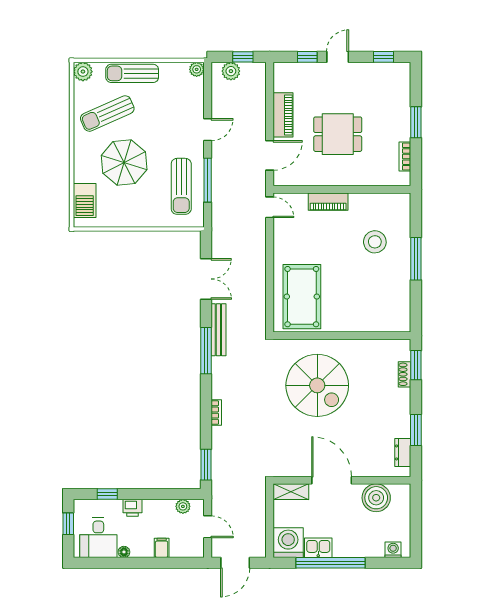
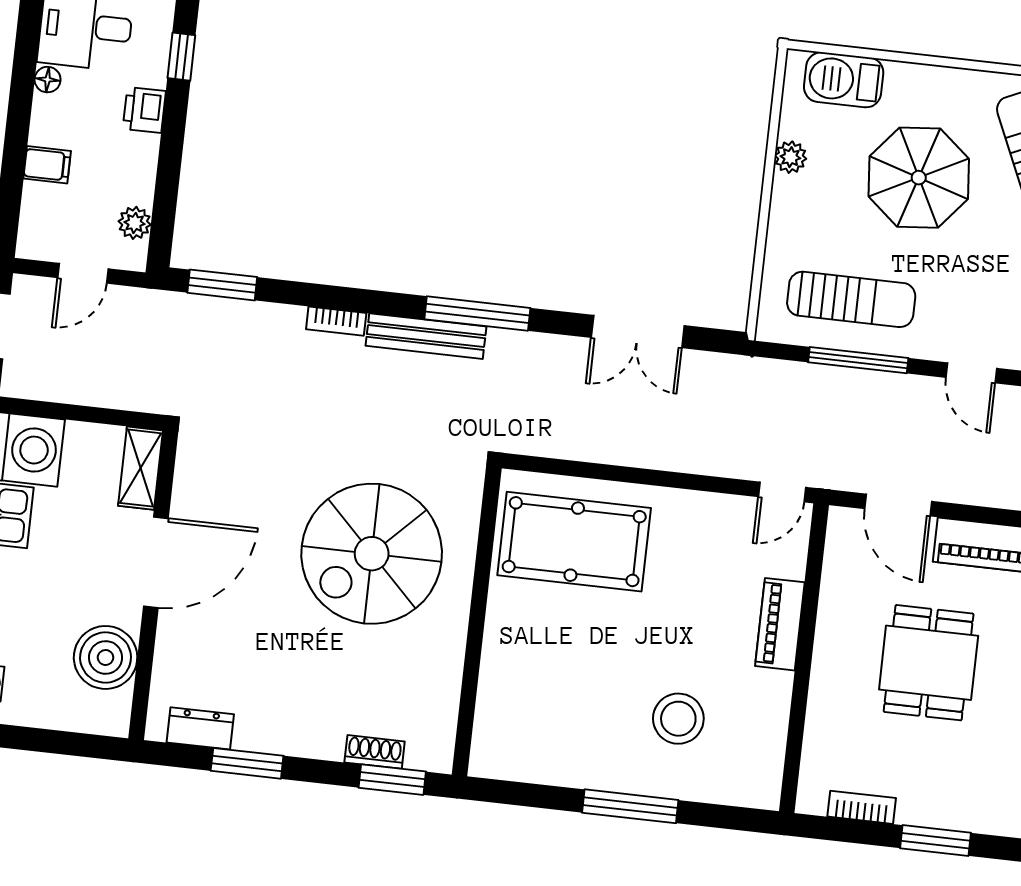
sun lounger: (181, 186) -> (851, 299), turned 180
plant: (121, 220) -> (791, 157), added
bench: (218, 330) -> (426, 336), moved

